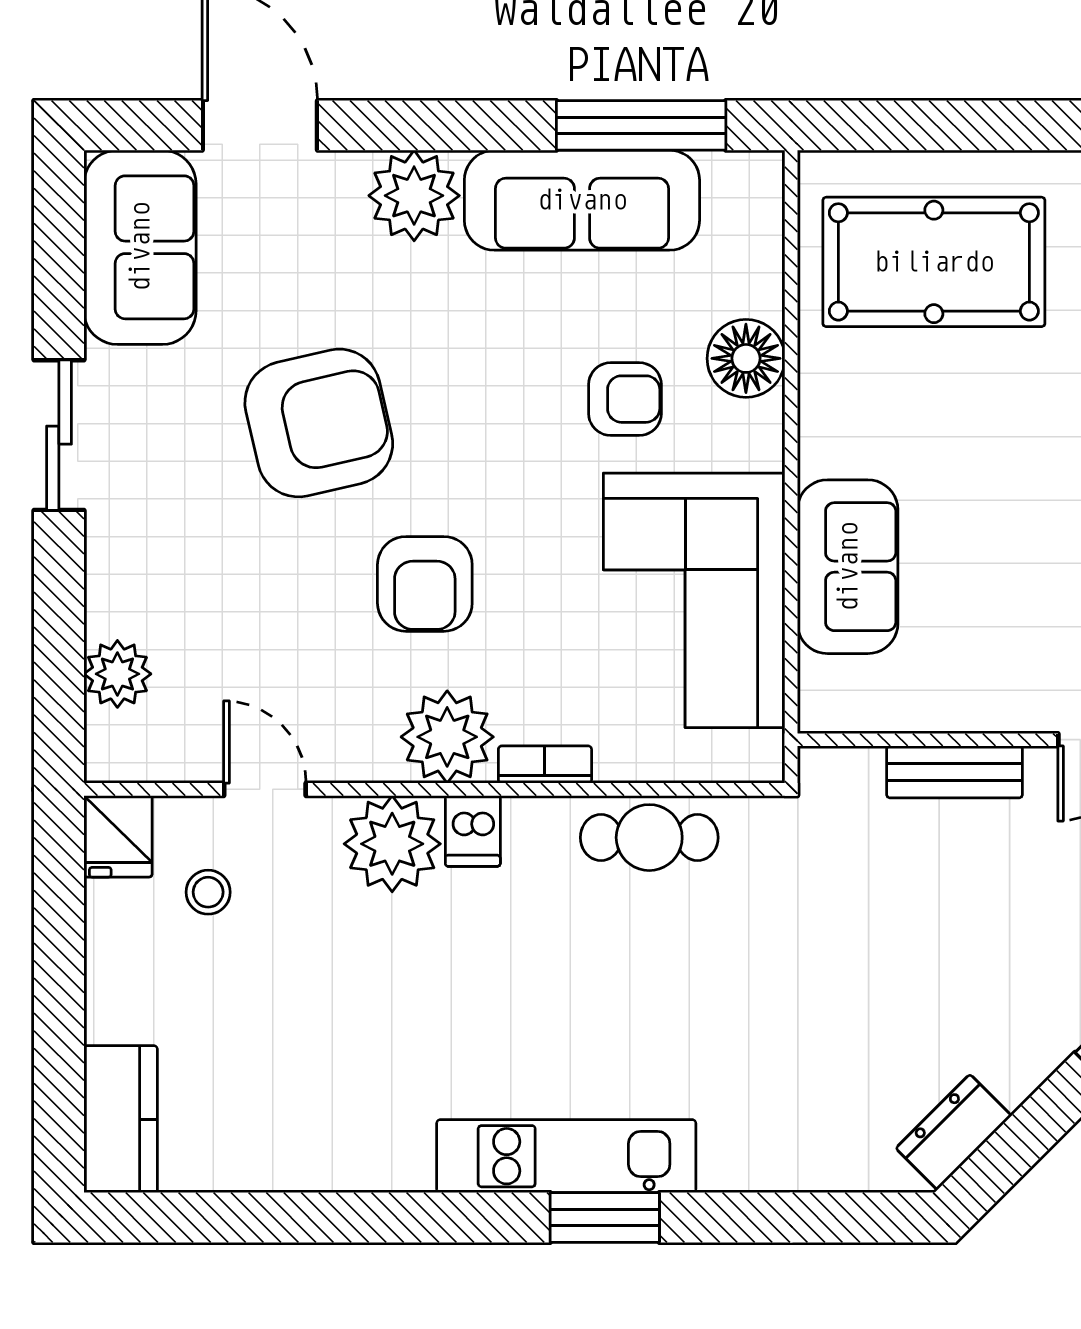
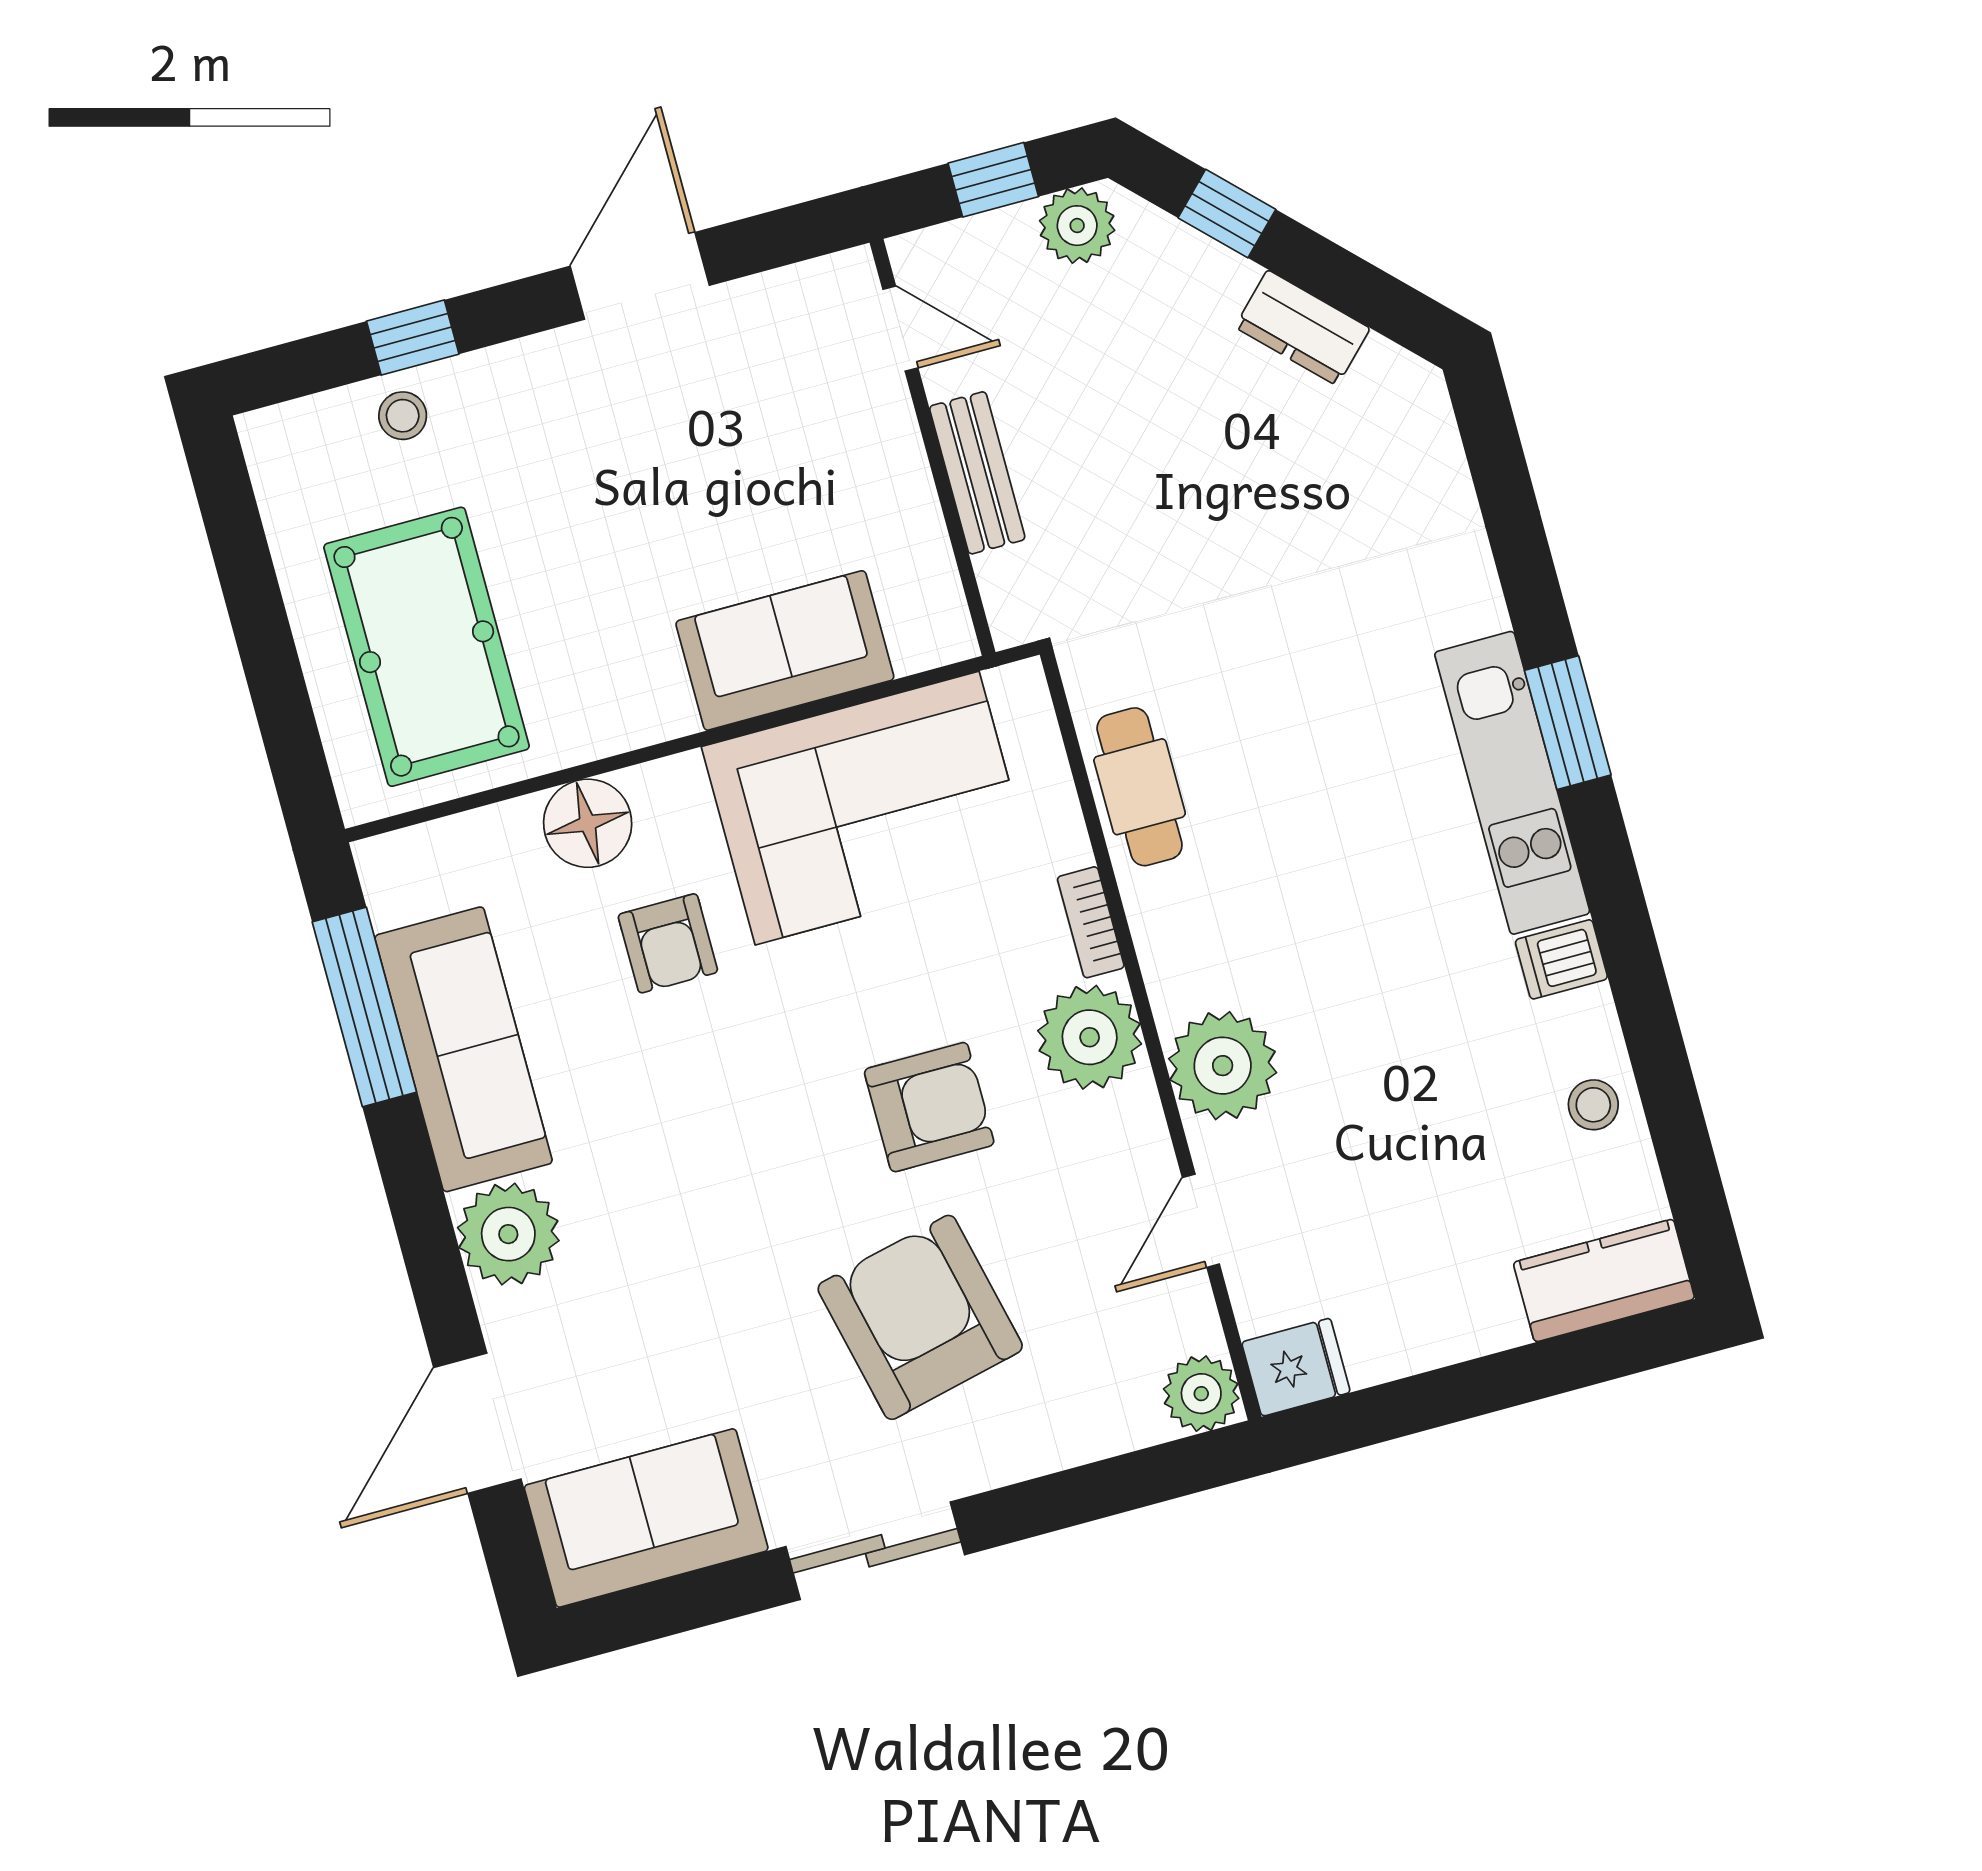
armchair: (625, 399) -> (668, 943), turned 180
armchair: (319, 423) -> (920, 1317), moved
plant: (117, 674) -> (1201, 1394), moved
dishwasher: (473, 831) -> (1561, 959), moved, turned 180
stool: (208, 892) -> (1593, 1105), moved
dresser: (954, 1132) -> (1302, 328), moved

